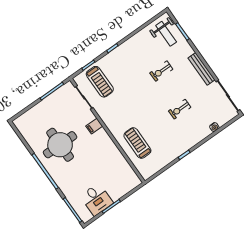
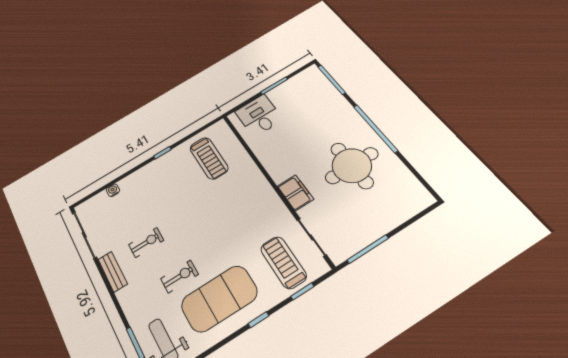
exercise mat: (136, 59) -> (219, 298), added
bench: (201, 69) -> (113, 272), width x0.73
exercise bike: (180, 109) -> (146, 243), moved
filing cabinet: (94, 126) -> (295, 193), width x2.00
treadmill: (137, 143) -> (209, 158), moved
desk: (97, 199) -> (259, 115), moved

